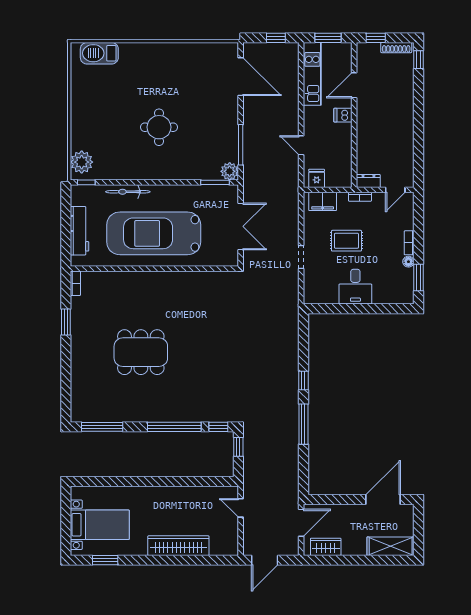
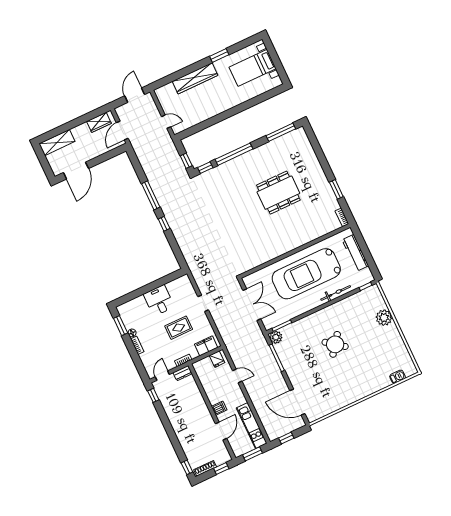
barbecue: (99, 53) -> (398, 377), width x0.53, depth x0.65
round table: (159, 127) -> (335, 344), turned 37
plant: (82, 162) -> (384, 318), moved
window: (419, 170) -> (153, 395), added
double door: (241, 226) -> (252, 305), swing flipped
car: (154, 233) -> (306, 274), turned 180
window: (105, 560) -> (219, 55), moved

